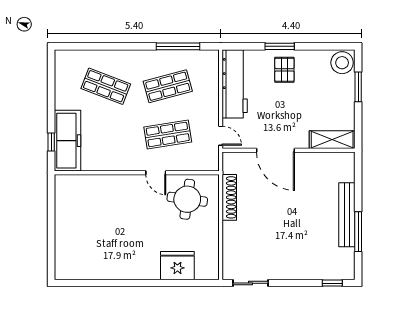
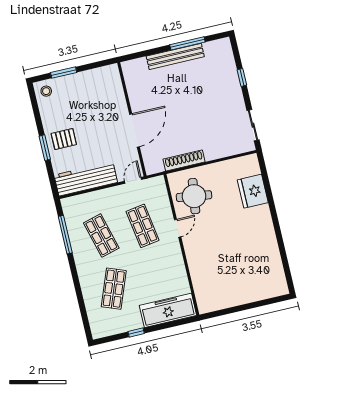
stool: (342, 63) -> (46, 91), width x0.53, depth x0.53
shelving: (332, 140) -> (114, 84), removed
window: (51, 142) -> (136, 333), moved
window: (332, 283) -> (242, 77), moved

